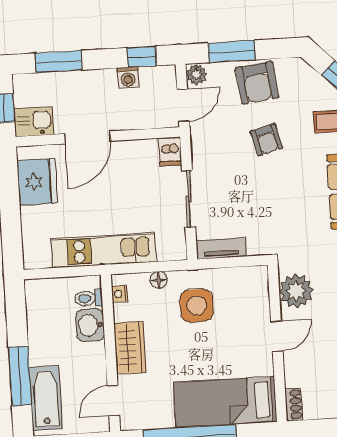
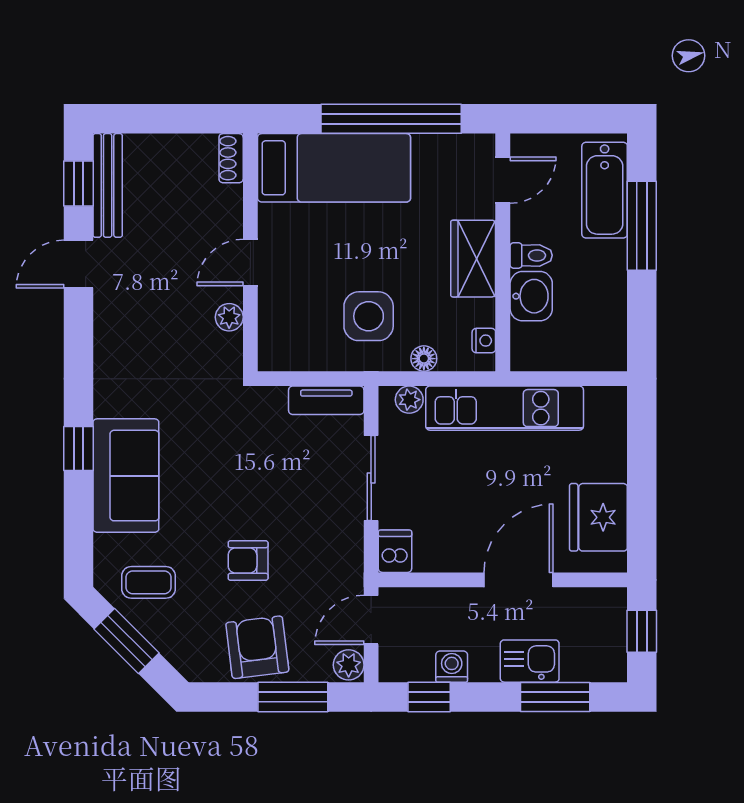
kitchen sink: (34, 122) -> (530, 661), moved, turned 180
armchair: (267, 140) -> (248, 561), turned -75
plant: (167, 252) -> (409, 400), added
plant: (296, 291) -> (229, 317), width x0.53, depth x0.53
toilet: (89, 298) -> (531, 255), moved

